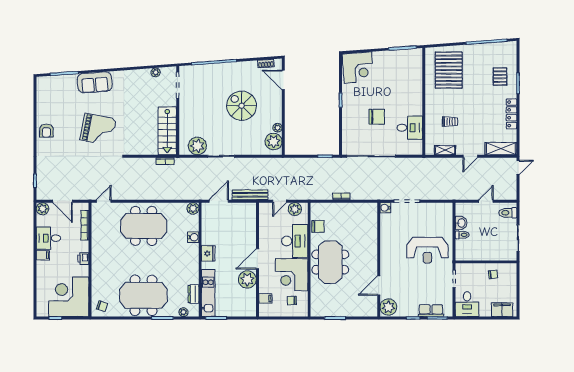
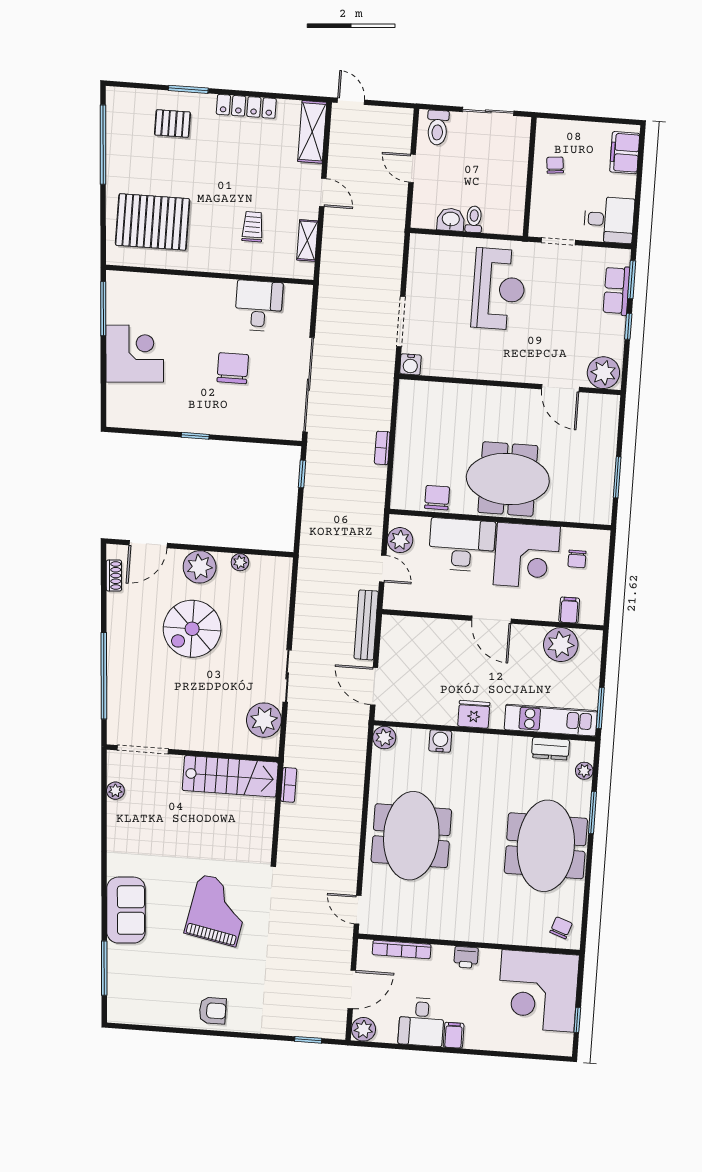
corner desk: (358, 68) -> (135, 354), moved
plant: (274, 142) -> (200, 567), moved
plant: (247, 279) -> (561, 645), moved

